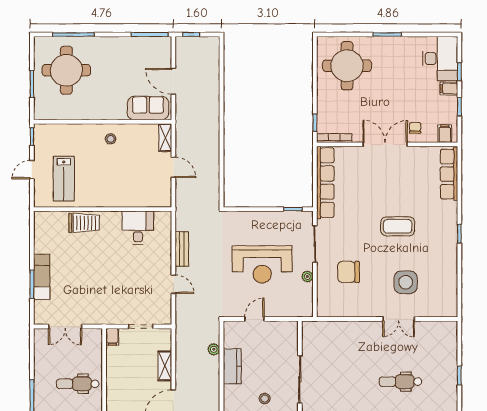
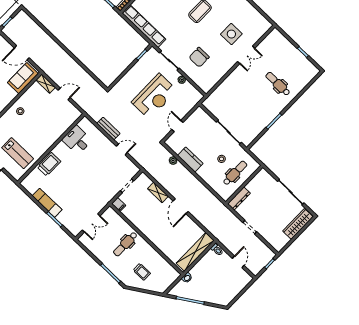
exam couch: (42, 277) -> (47, 203), moved
dental chair: (400, 382) -> (278, 84), turned 90

